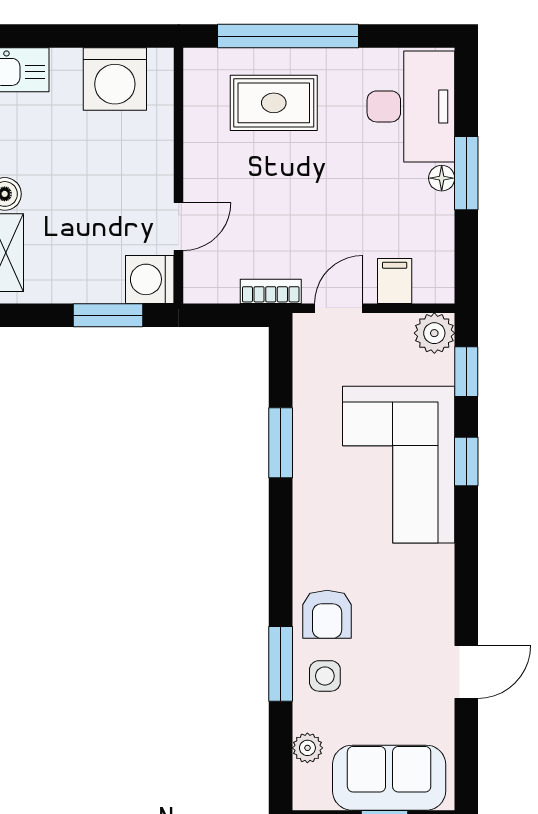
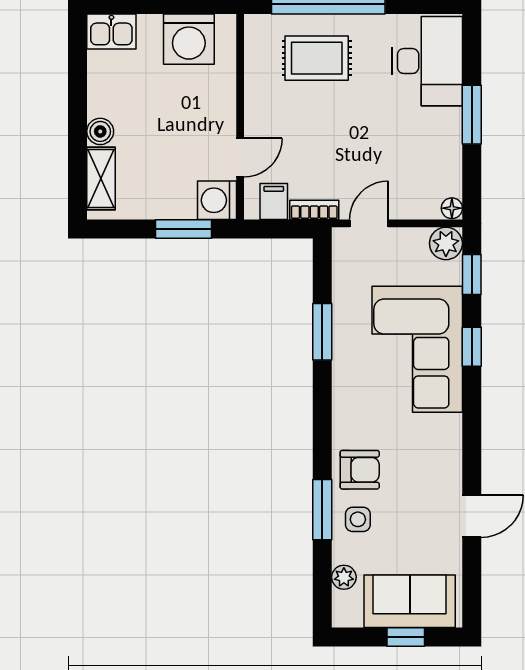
floor lamp: (442, 178) -> (452, 208), moved
filing cabinet: (395, 281) -> (274, 201), moved
armchair: (327, 614) -> (360, 470), turned -90

